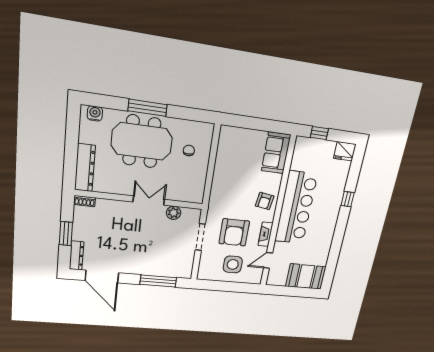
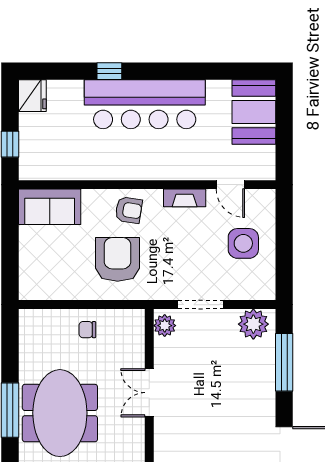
chair: (189, 150) -> (87, 330), moved
bar counter: (296, 208) -> (145, 104), moved, turned 180
plant: (174, 213) -> (165, 326), moved
armchair: (234, 232) -> (118, 259), moved, turned -90
plant: (184, 266) -> (253, 324), added

